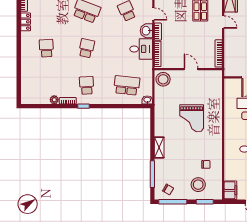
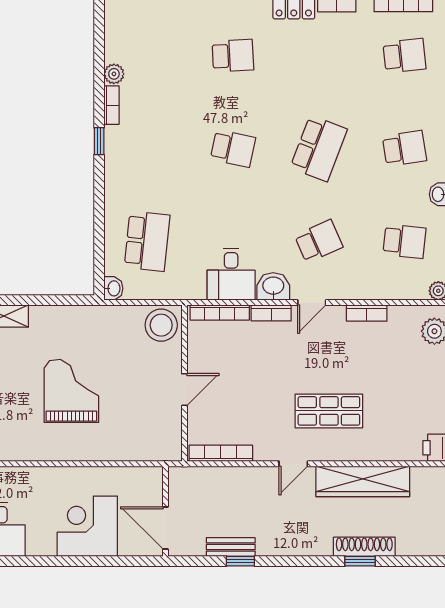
school desk: (87, 85) -> (147, 148), removed
grand piano: (192, 118) -> (71, 391), turned 90

